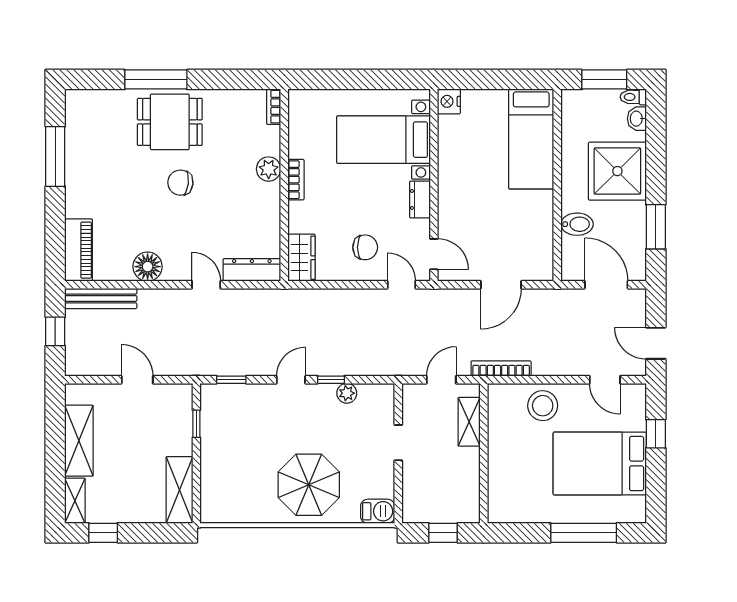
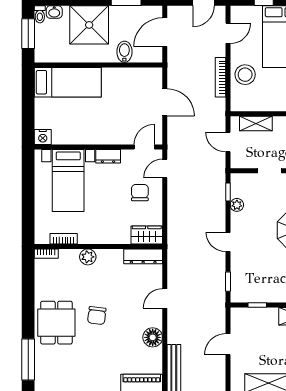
window: (156, 79) -> (28, 359), moved
bookcase: (296, 180) -> (64, 239), moved
dresser: (252, 270) -> (143, 256), moved, turned -90
bookcase: (501, 369) -> (220, 77), moved
window: (331, 380) -> (228, 192), moved

